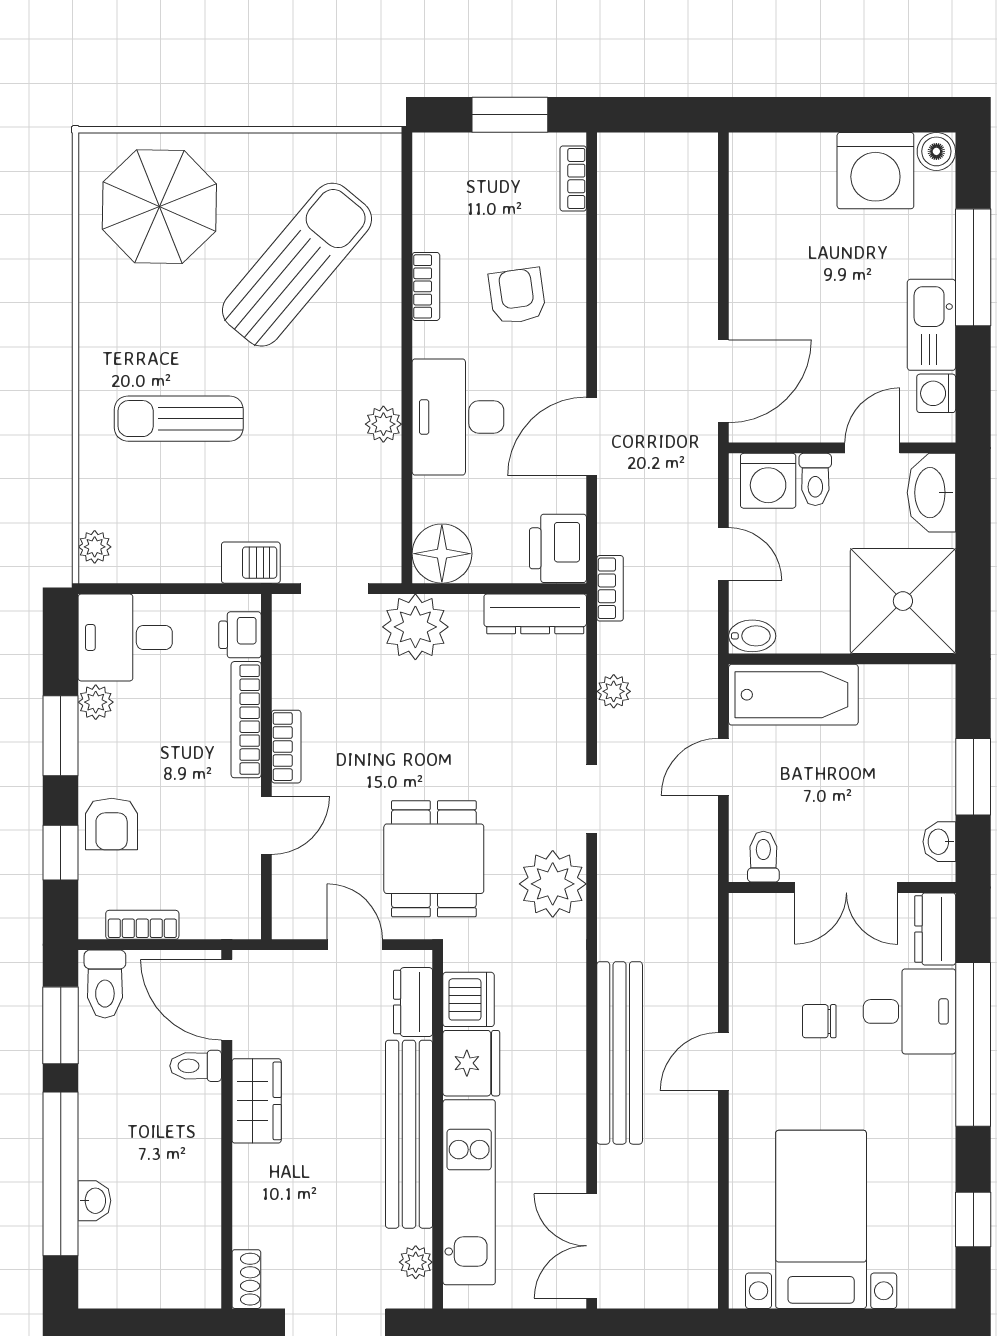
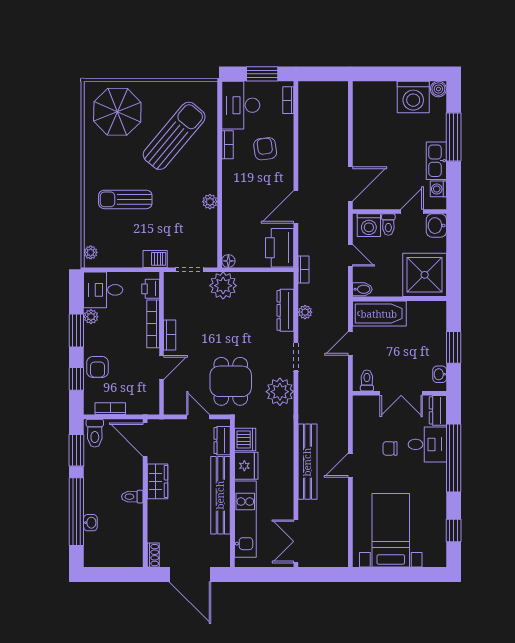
desk: (458, 417) -> (241, 105), moved
washbasin: (931, 493) -> (436, 226), width x0.72
printer: (558, 548) -> (280, 248), width x1.37, depth x1.19
floor lamp: (442, 554) -> (228, 261), width x0.53, depth x0.53
dresser: (535, 614) -> (285, 310), moved, turned 90
toilet: (196, 1066) -> (132, 497), moved
plant: (416, 1262) -> (223, 548), removed

